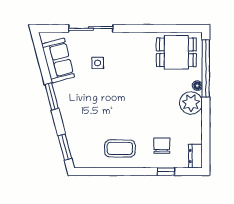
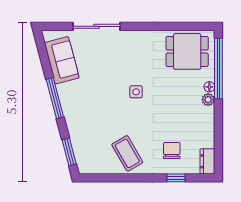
side table: (98, 63) -> (136, 92), moved
window: (52, 96) -> (55, 98), width x1.44
plant: (191, 103) -> (208, 100), width x0.53, depth x0.53
coffee table: (120, 148) -> (127, 153), turned 60

